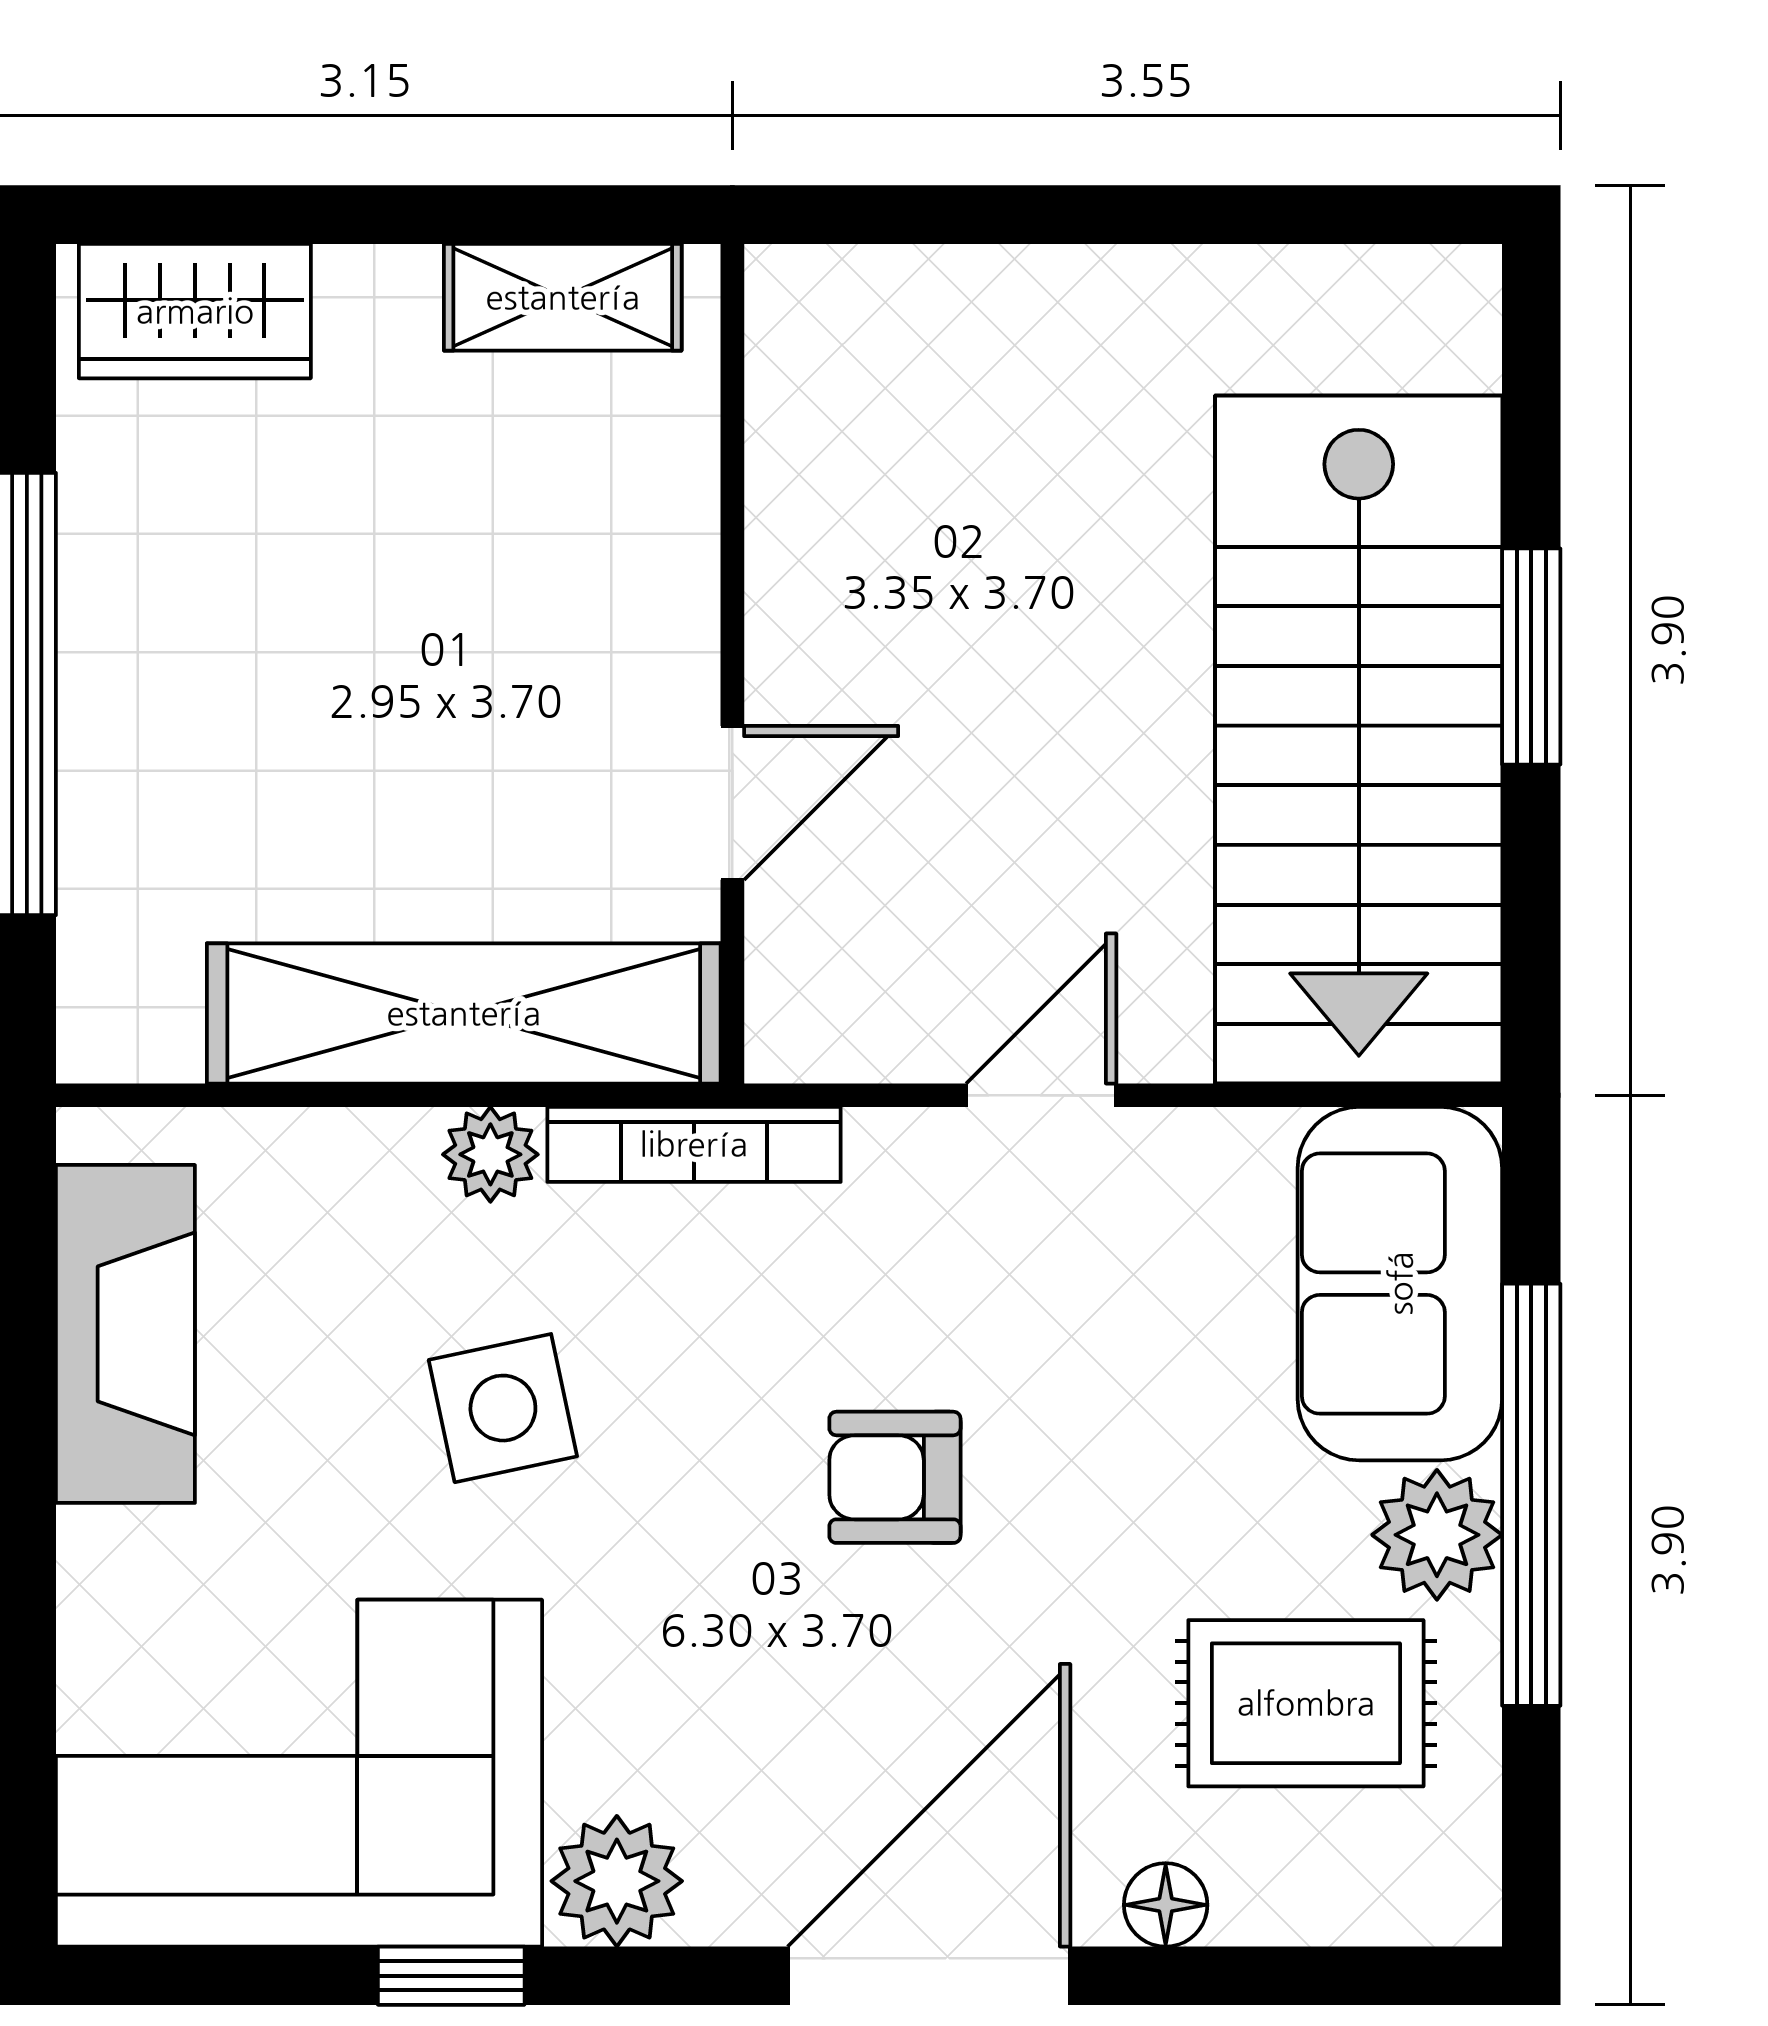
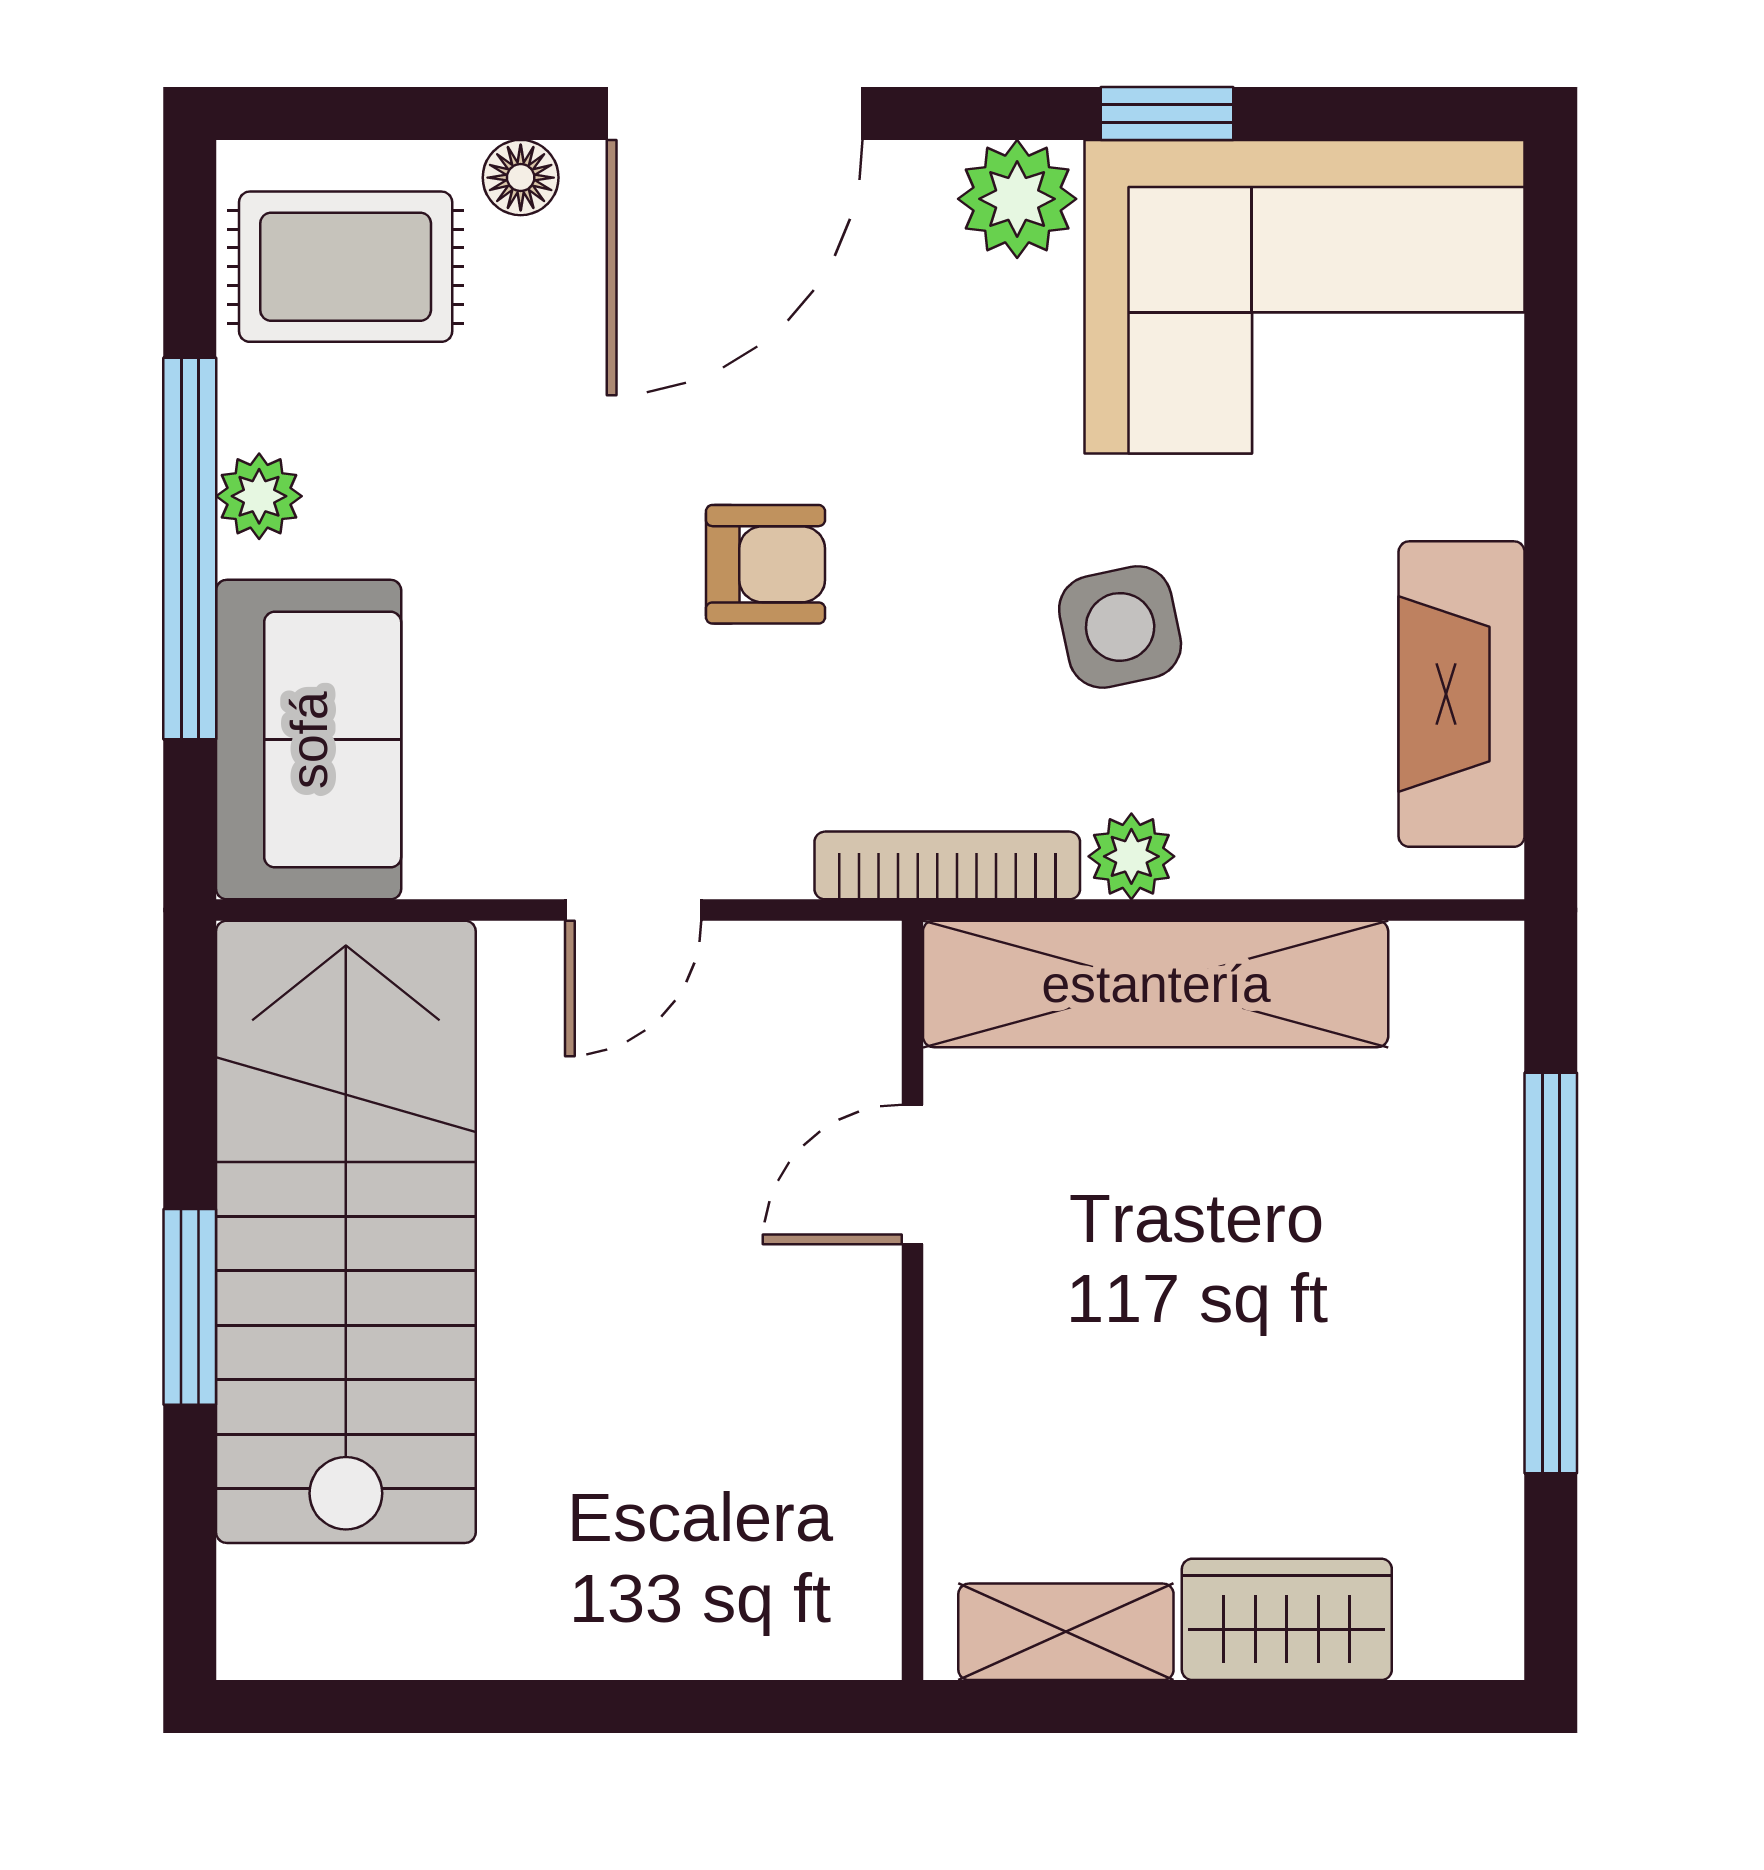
wardrobe: (195, 311) -> (1287, 1619), moved
plant: (1437, 1535) -> (259, 496), width x0.73, depth x0.73
rug: (1306, 1703) -> (346, 267), moved

